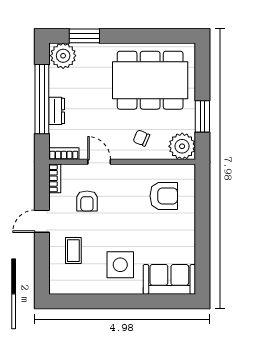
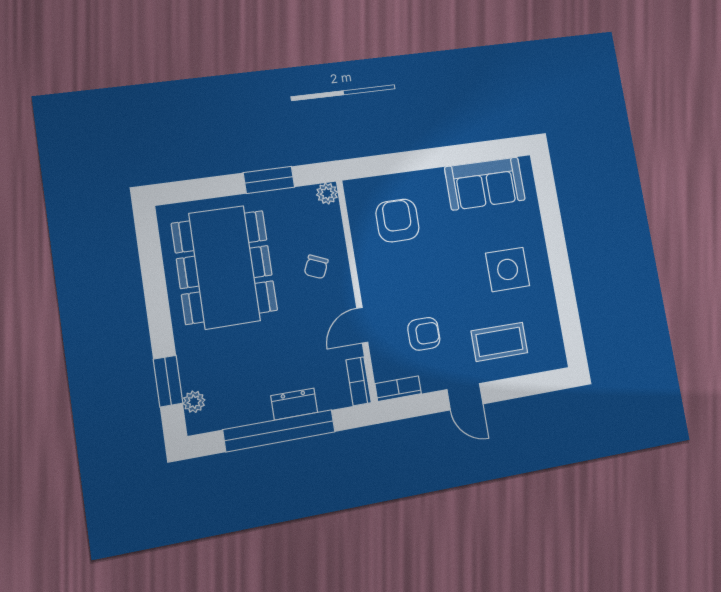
plant: (63, 56) -> (194, 402), width x0.53, depth x0.53
plant: (182, 146) -> (327, 193), width x0.53, depth x0.53
coffee table: (73, 251) -> (499, 342), width x1.36, depth x1.30
sofa: (169, 279) -> (485, 184), moved, turned -90

